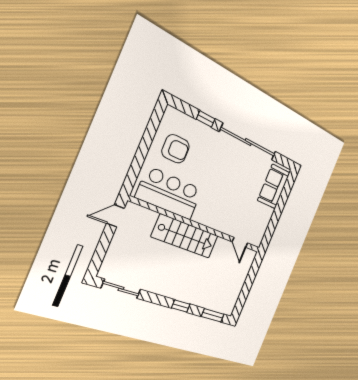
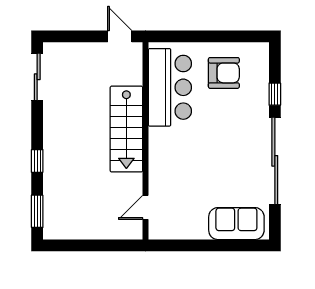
armchair: (176, 149) -> (224, 73), turned -90

